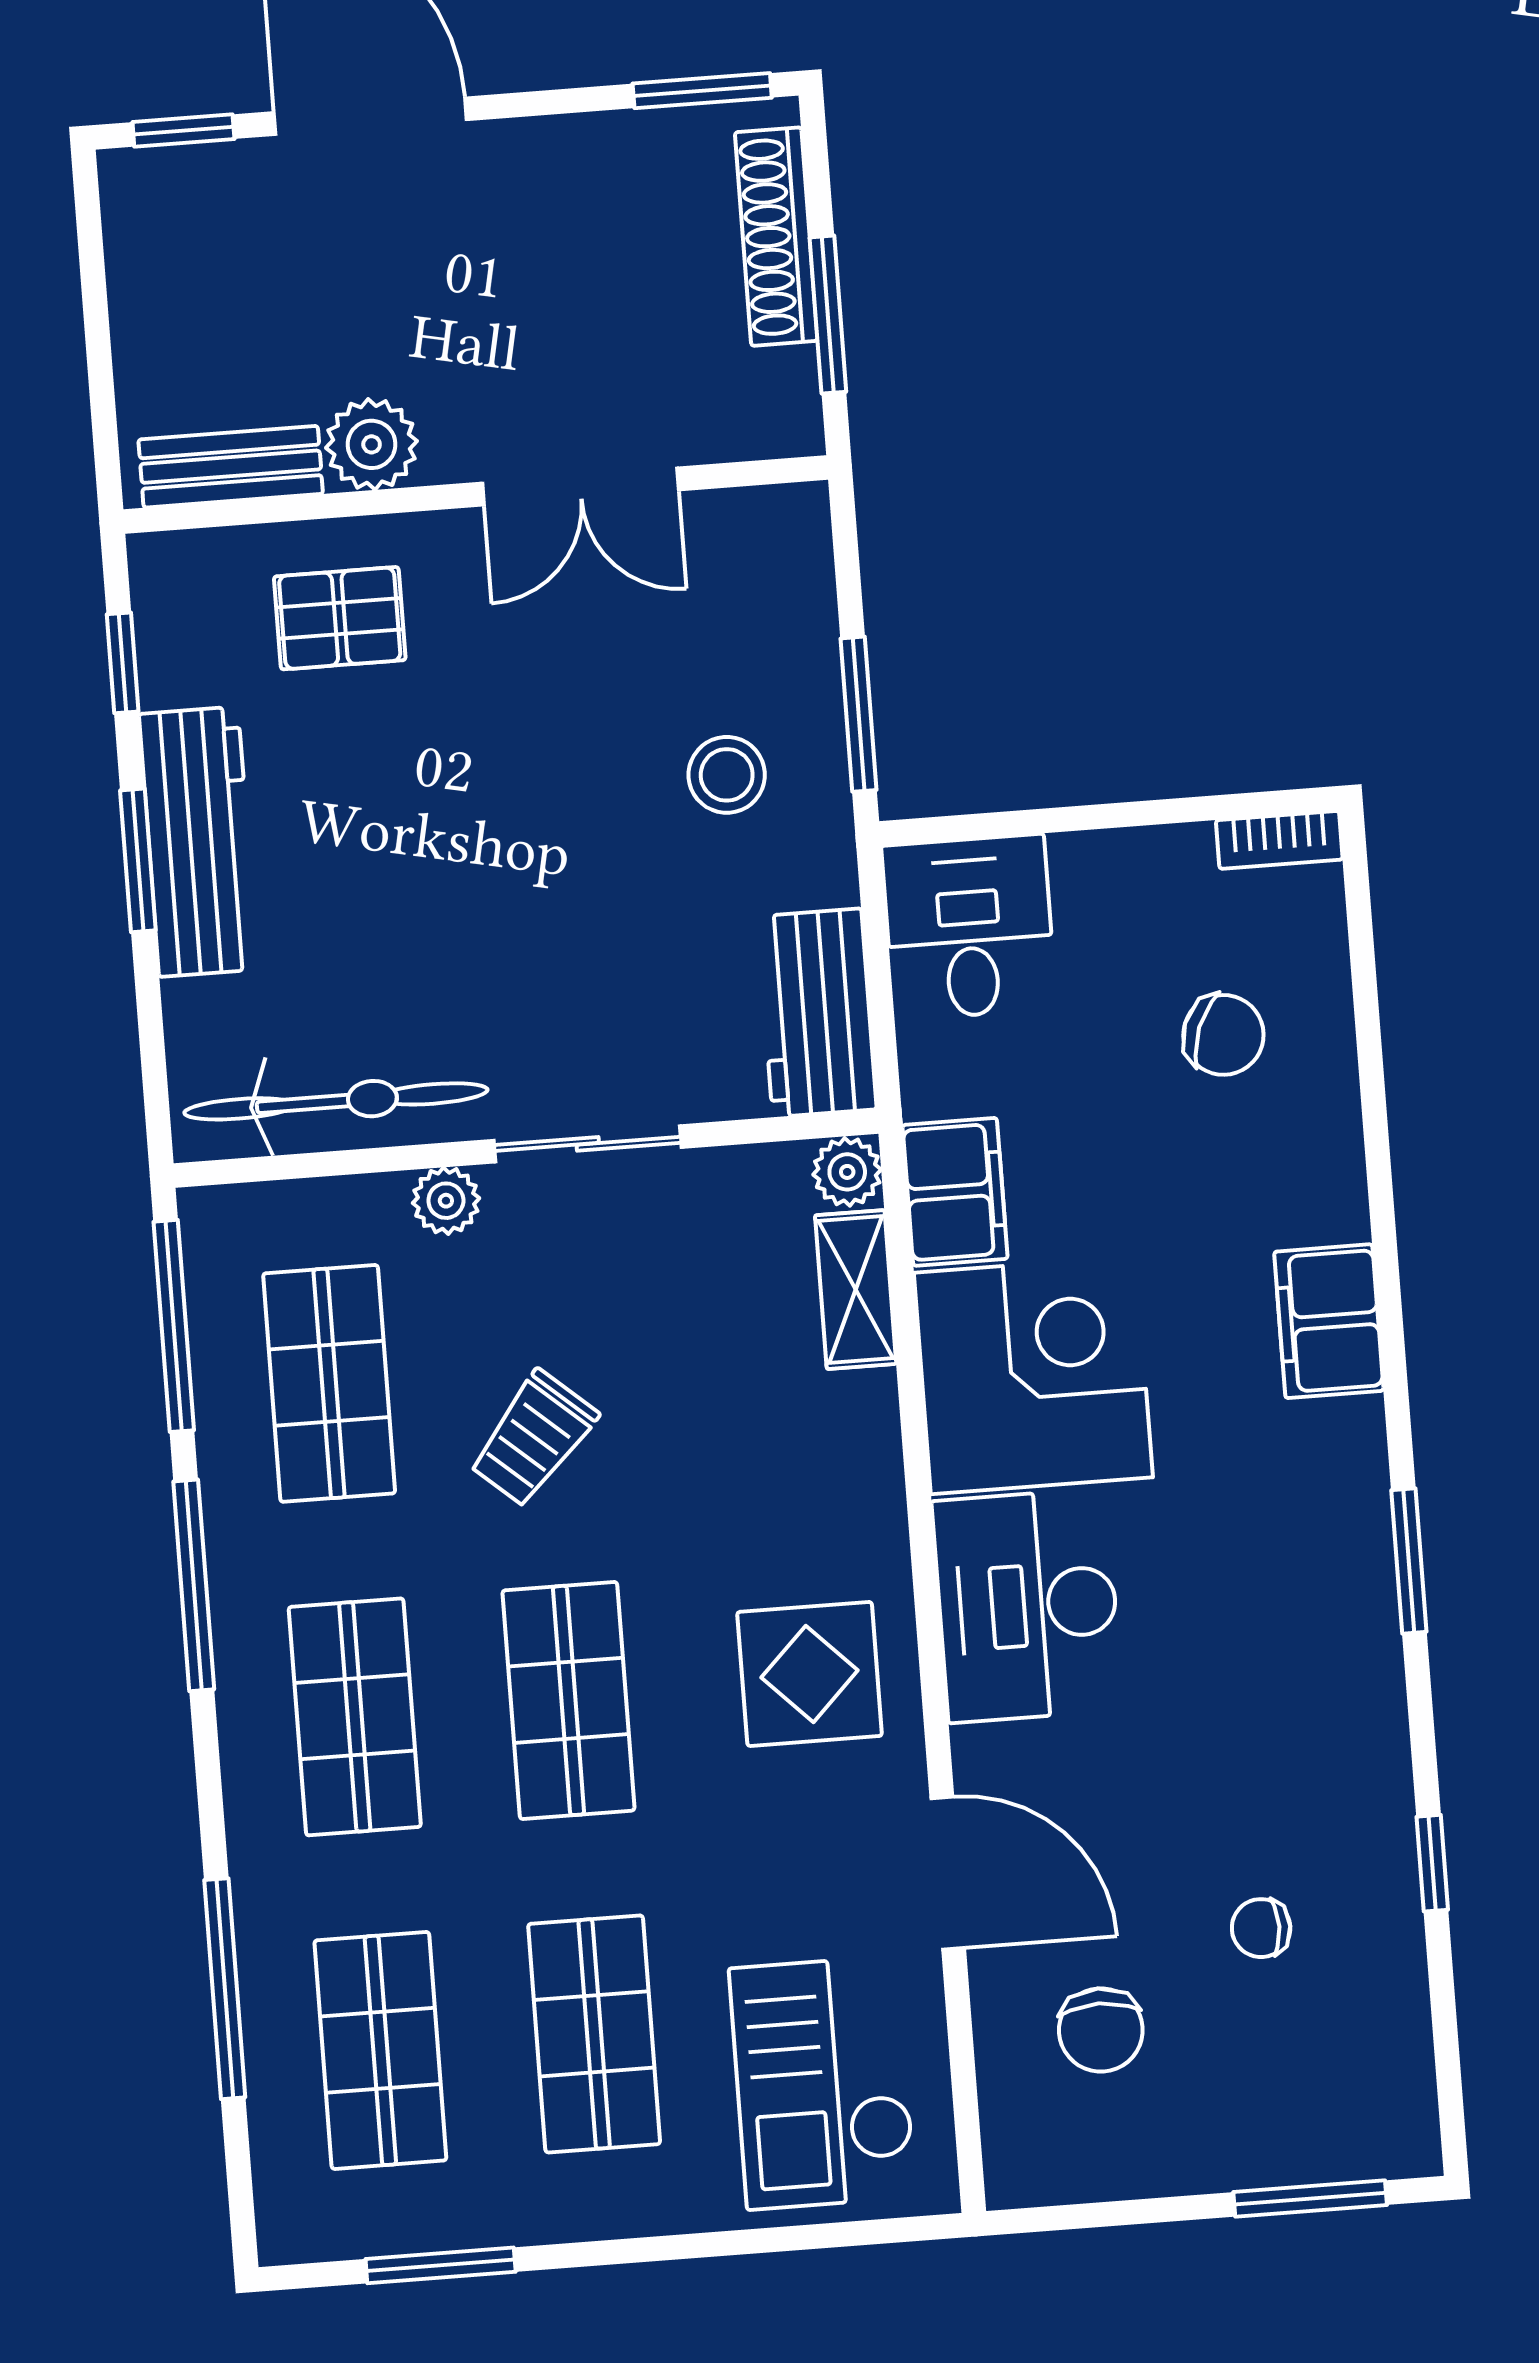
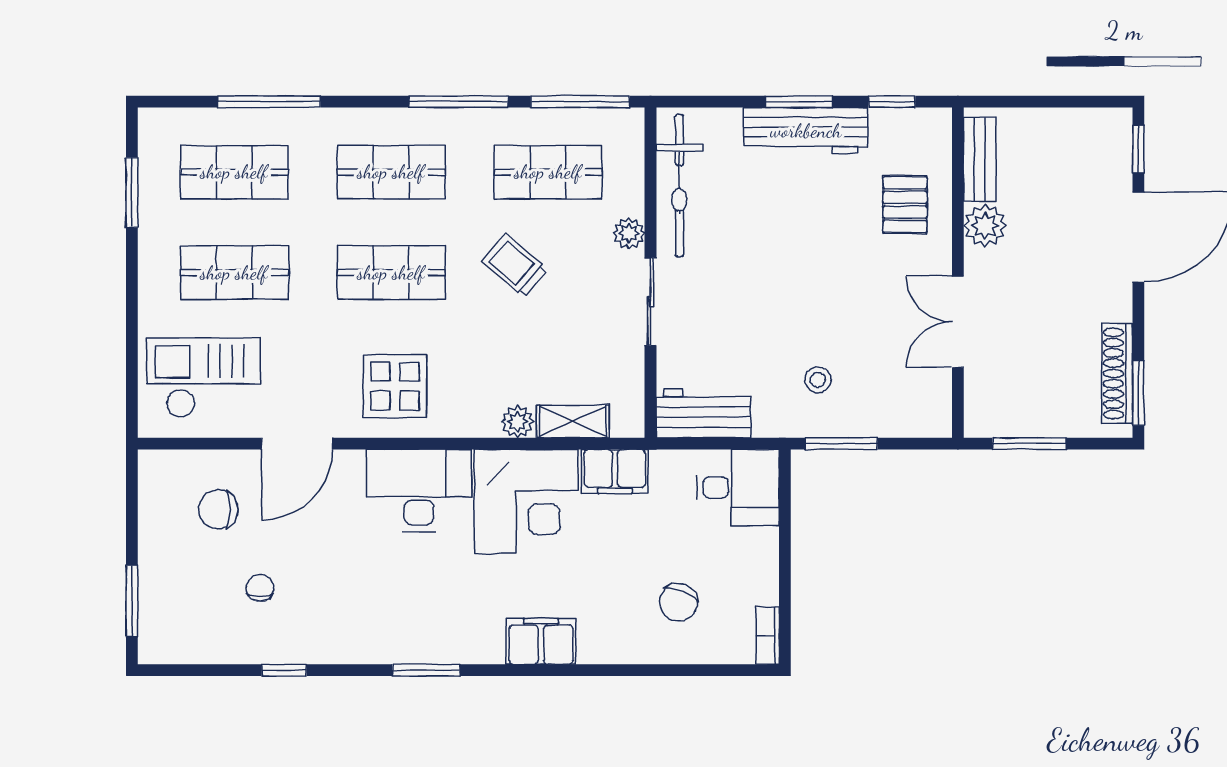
shoe rack: (776, 237) -> (1117, 373), moved, turned -90
stool: (727, 775) -> (818, 380), width x0.73, depth x0.73
plant: (847, 1172) -> (518, 422), moved

